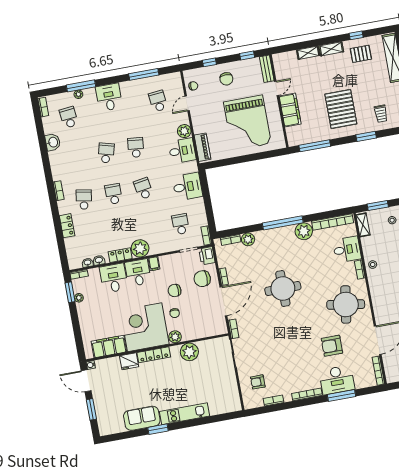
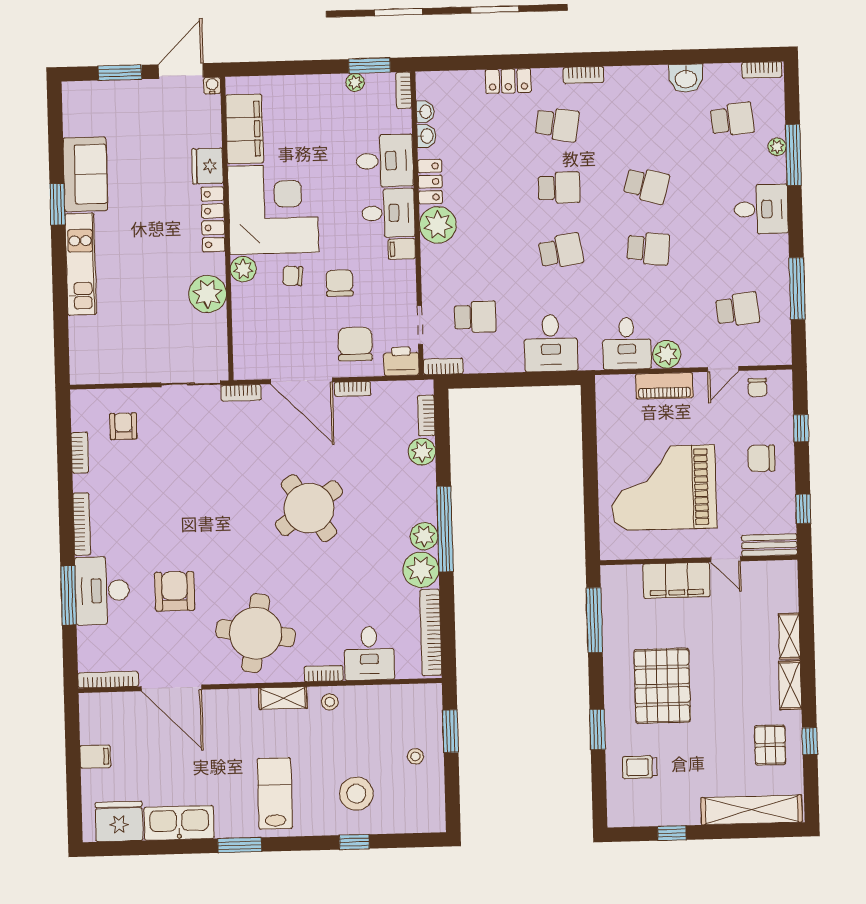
door: (187, 103) -> (723, 369), swing flipped
pallet: (341, 109) -> (662, 686), turned 90
piano: (202, 147) -> (664, 386), moved
shelving: (363, 225) -> (283, 698), moved
plant: (288, 232) -> (424, 536), added
round table: (283, 288) -> (309, 508), turned -35

